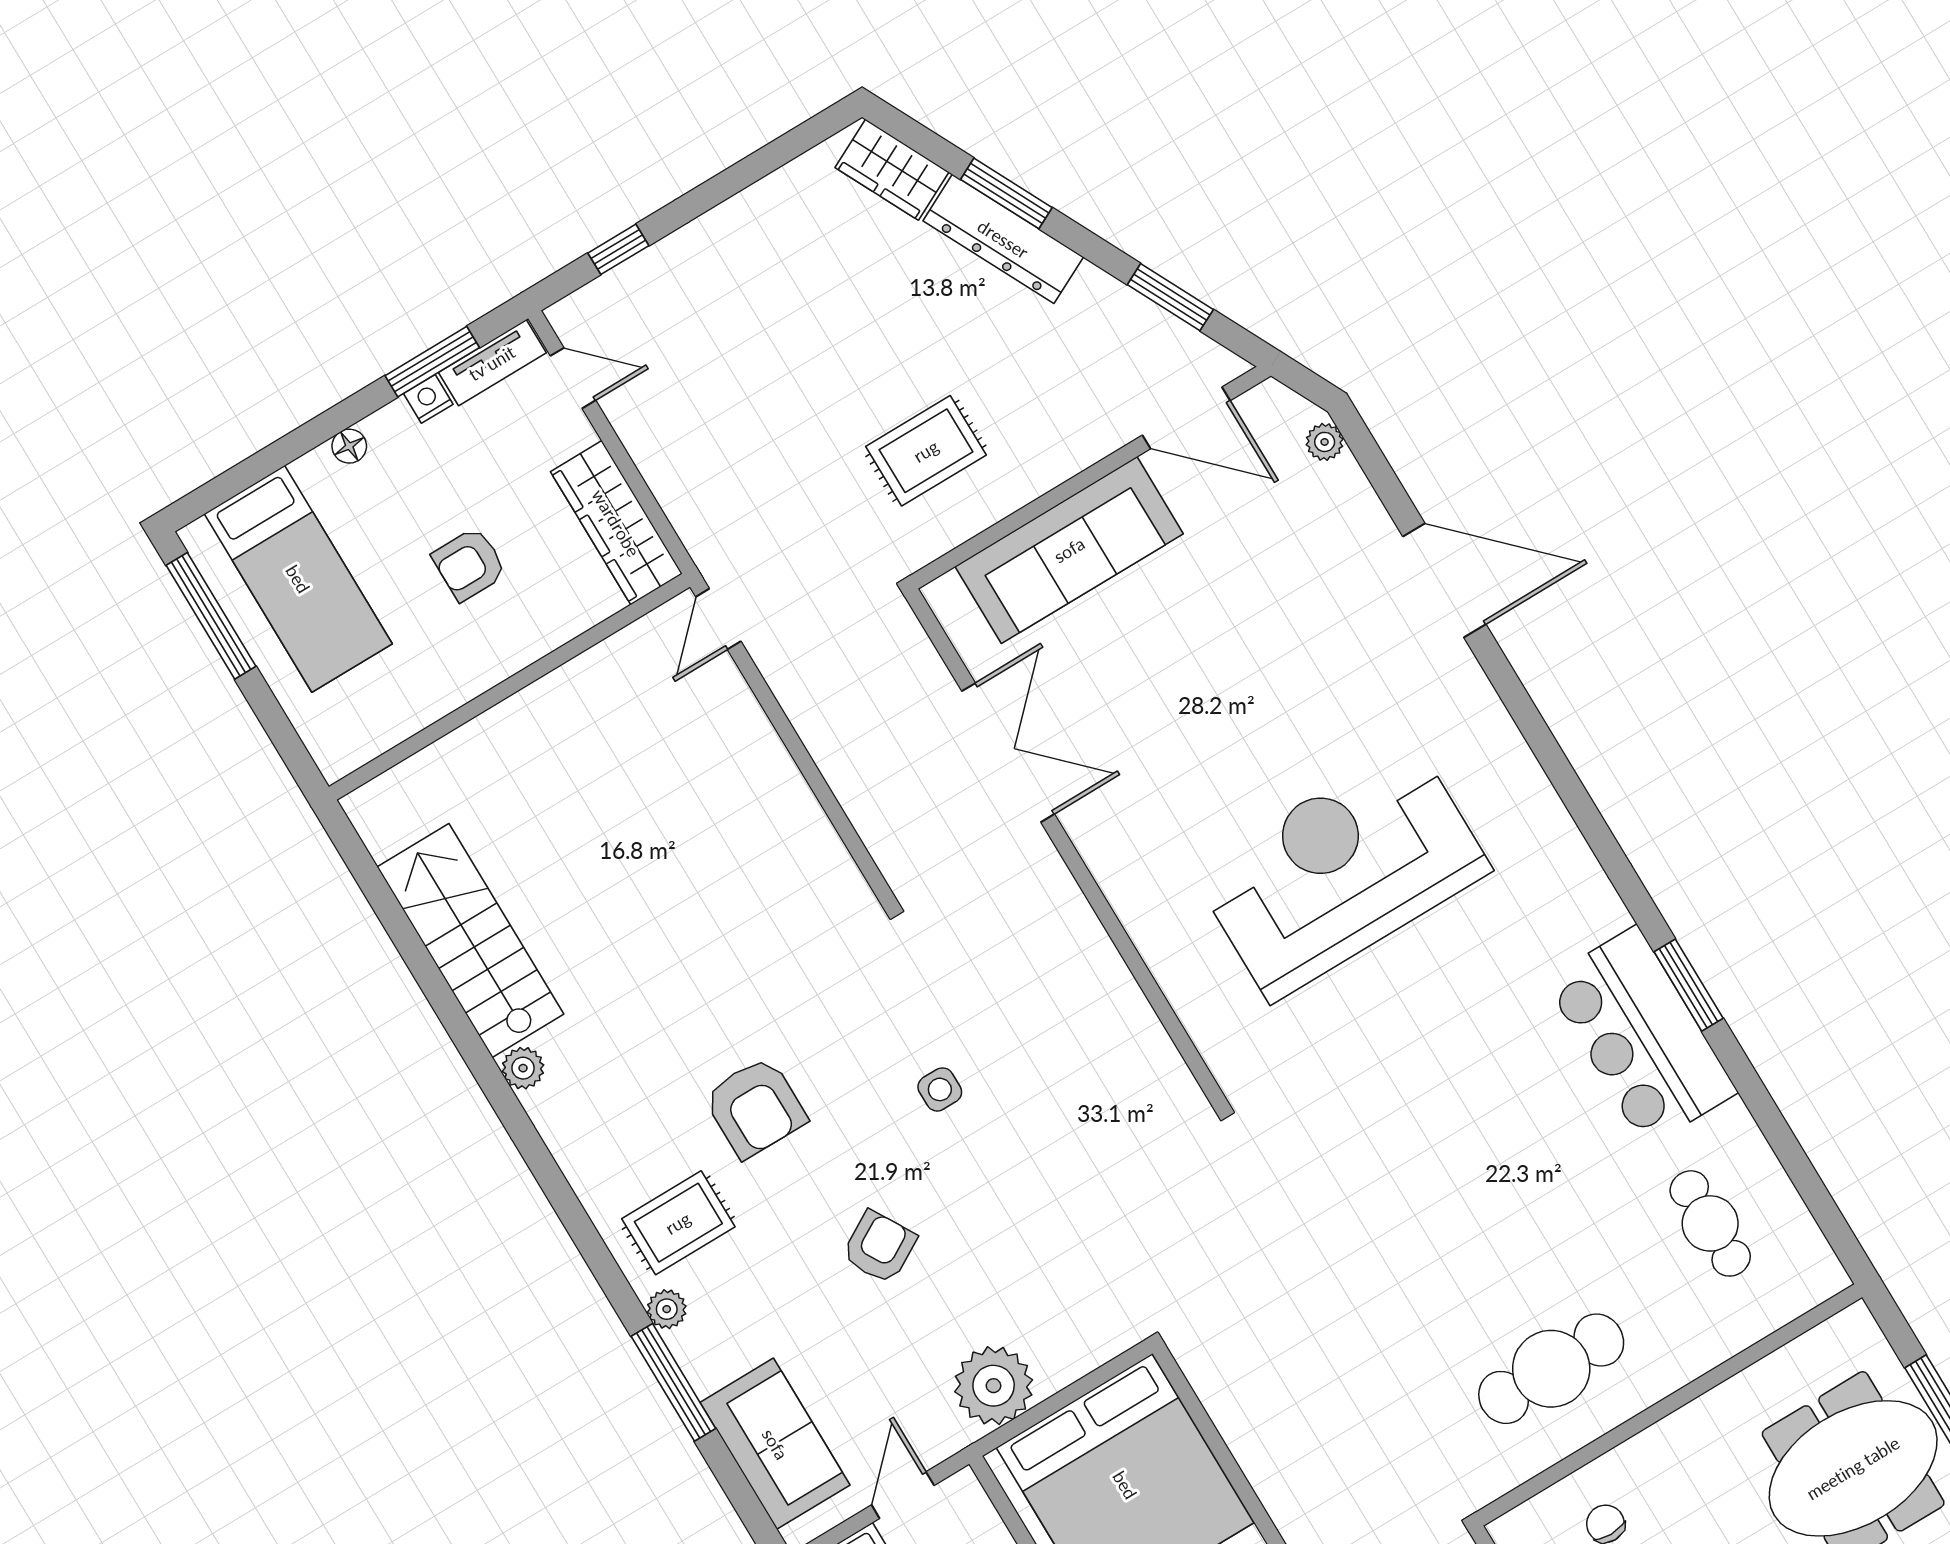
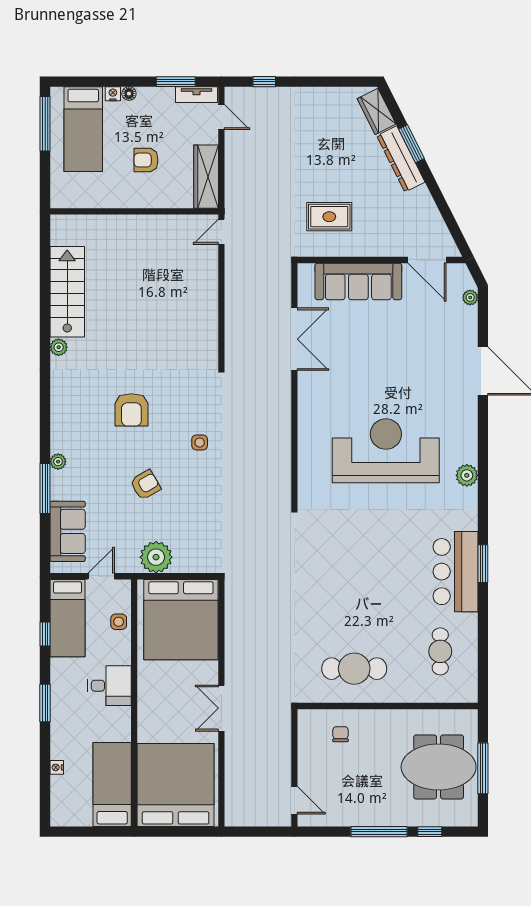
window: (1170, 297) -> (447, 214), removed
nightstand: (428, 399) -> (113, 94), moved
plant: (1543, 820) -> (467, 475), added
rug: (678, 1223) -> (80, 434), removed

